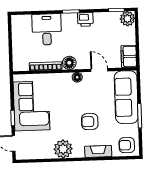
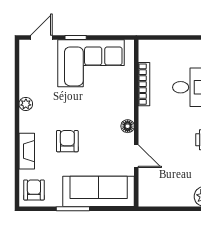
filing cabinet: (129, 56) -> (153, 197), removed
floor lamp: (69, 63) -> (147, 116), removed
door: (99, 70) -> (136, 156), hinge flipped
plant: (63, 149) -> (26, 104), width x0.53, depth x0.53

